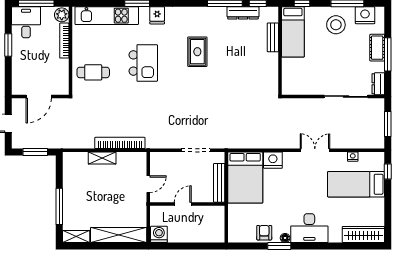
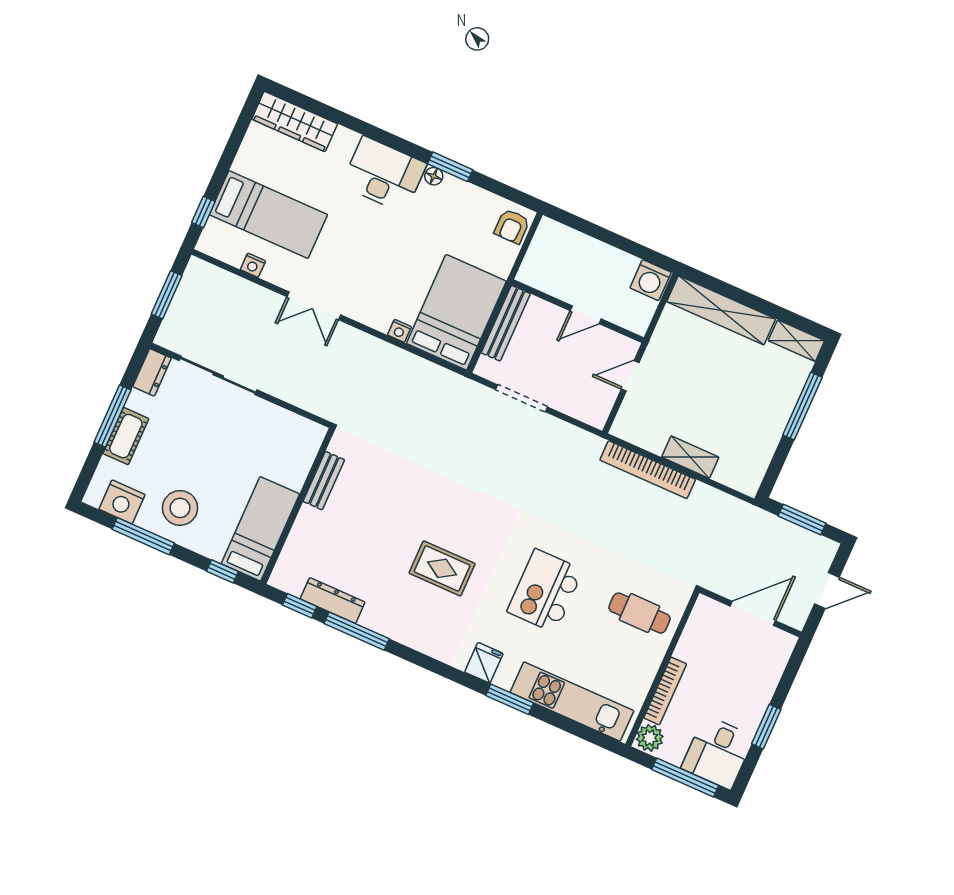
bench: (273, 37) -> (324, 481), moved
rug: (197, 52) -> (442, 568), turned 90
nightstand: (273, 160) -> (399, 331), width x0.53, depth x0.56
armchair: (264, 233) -> (512, 226), moved

